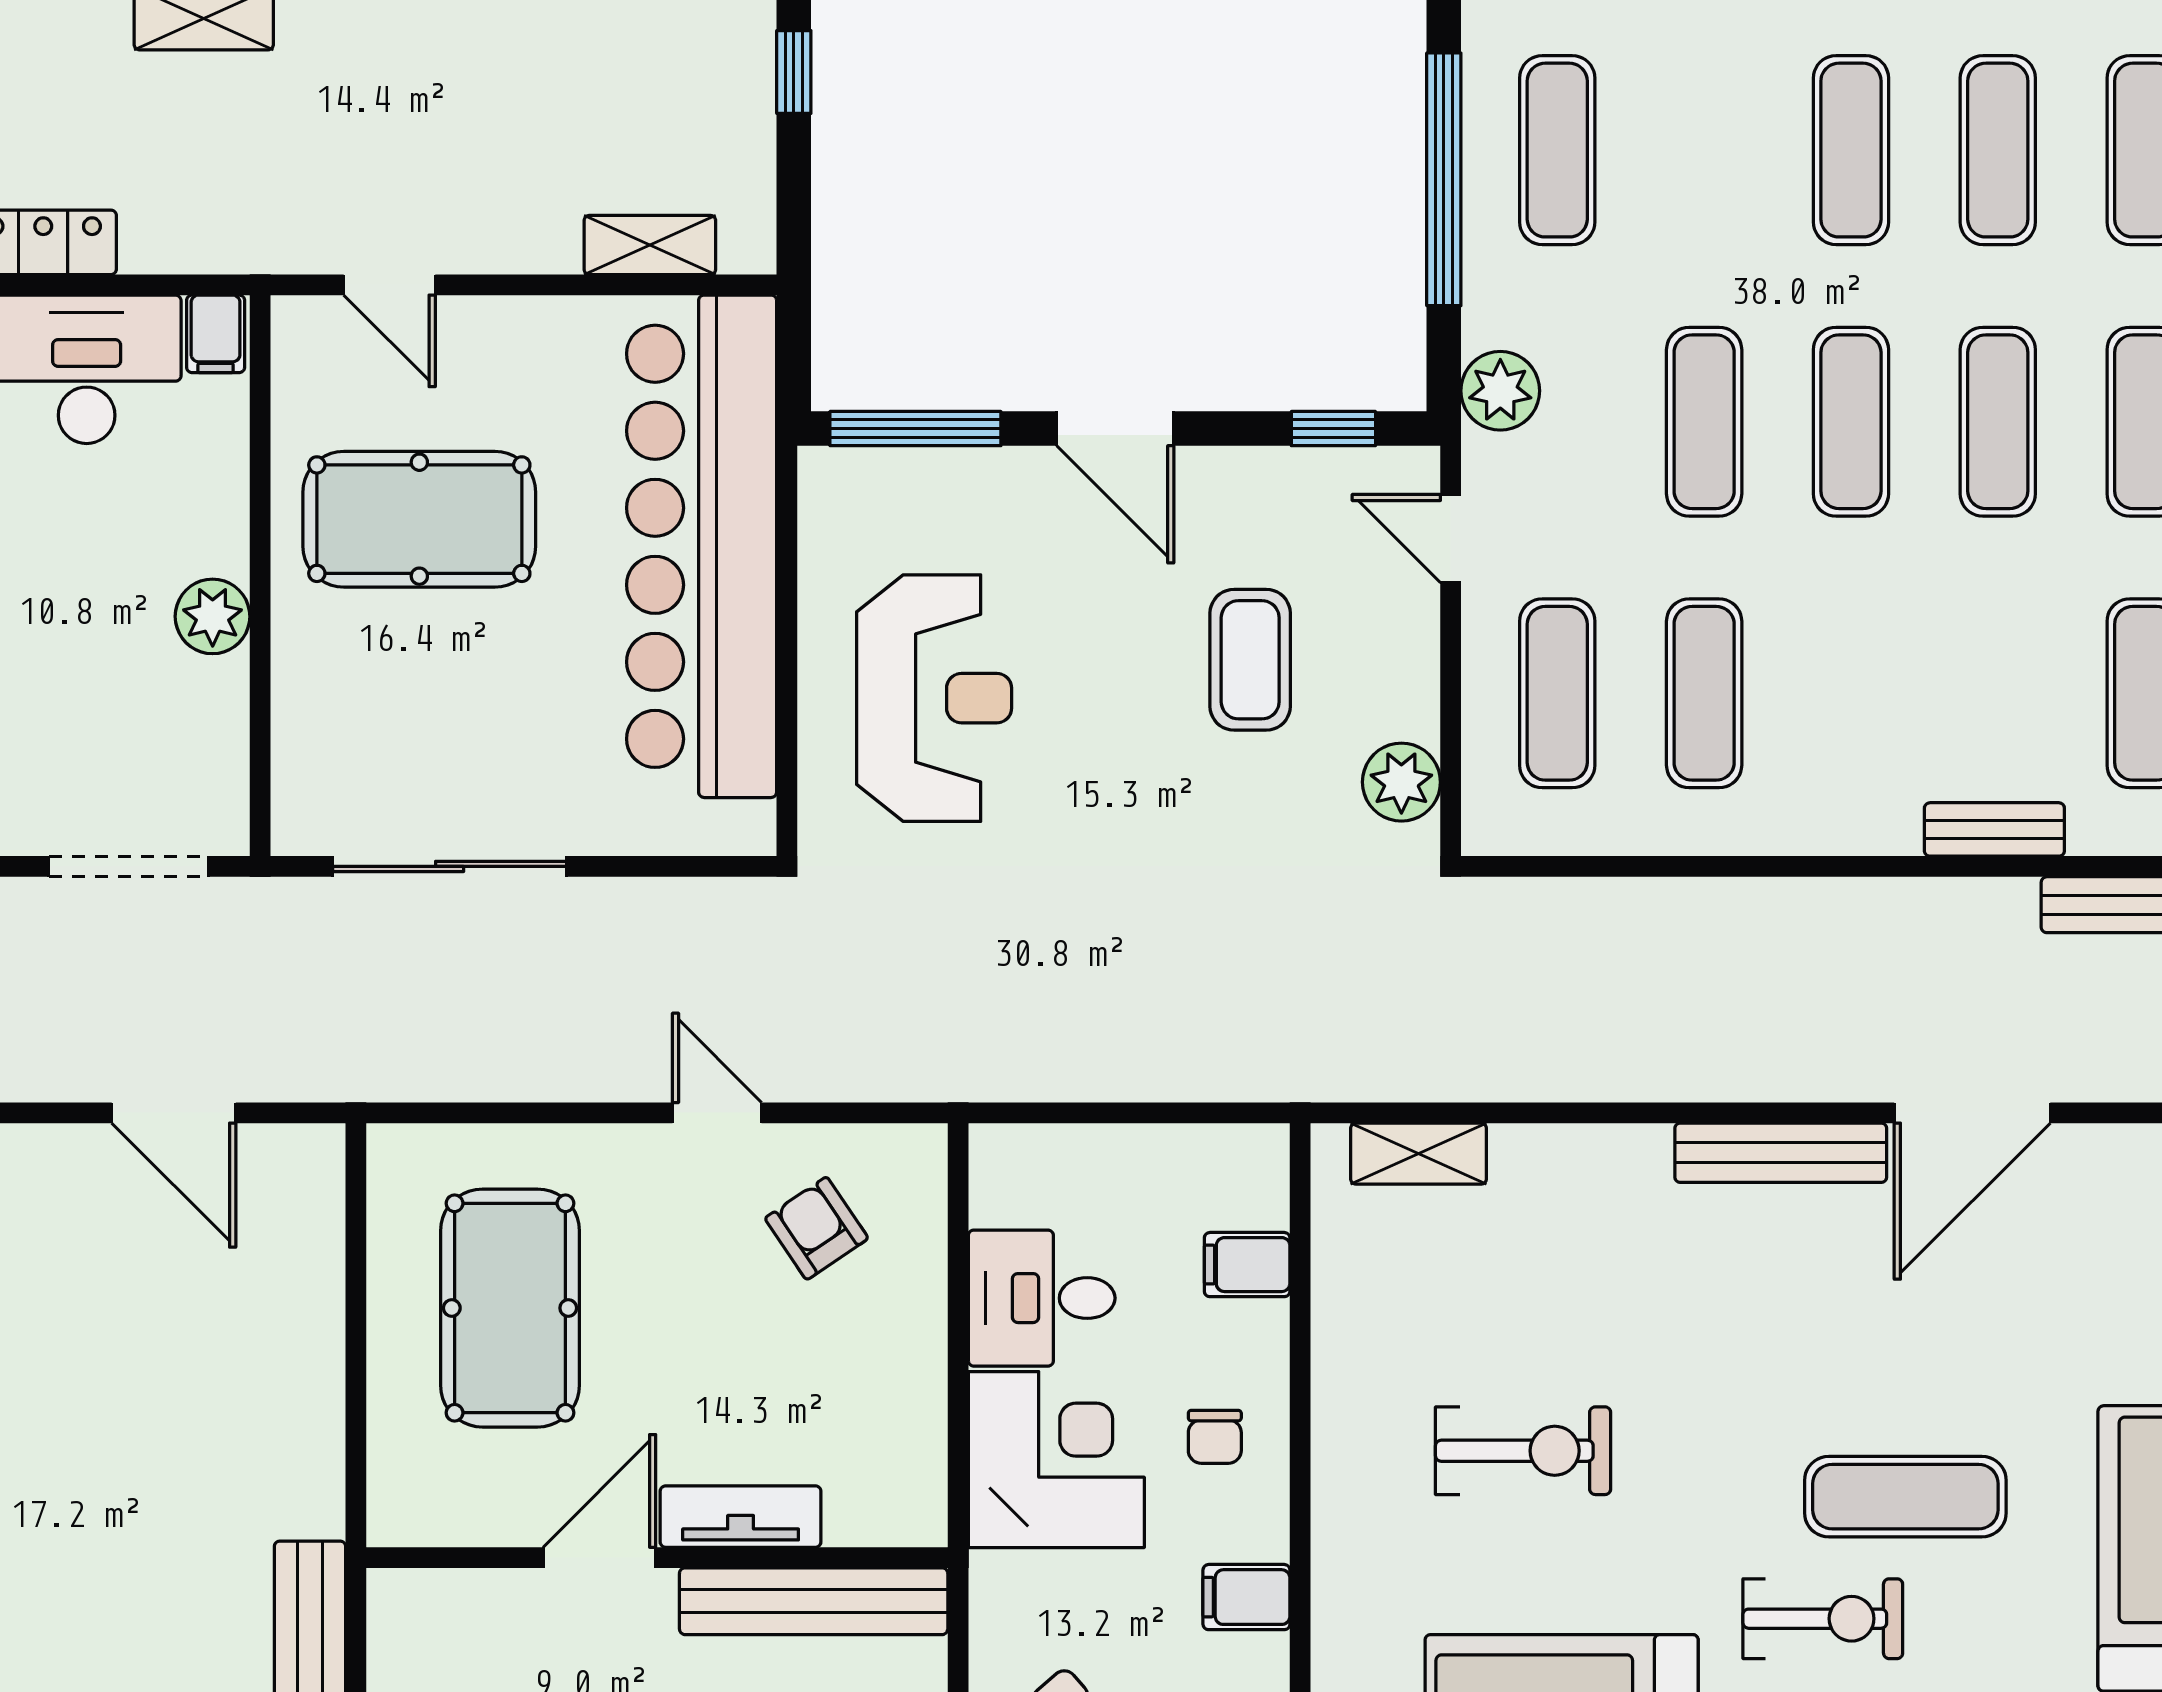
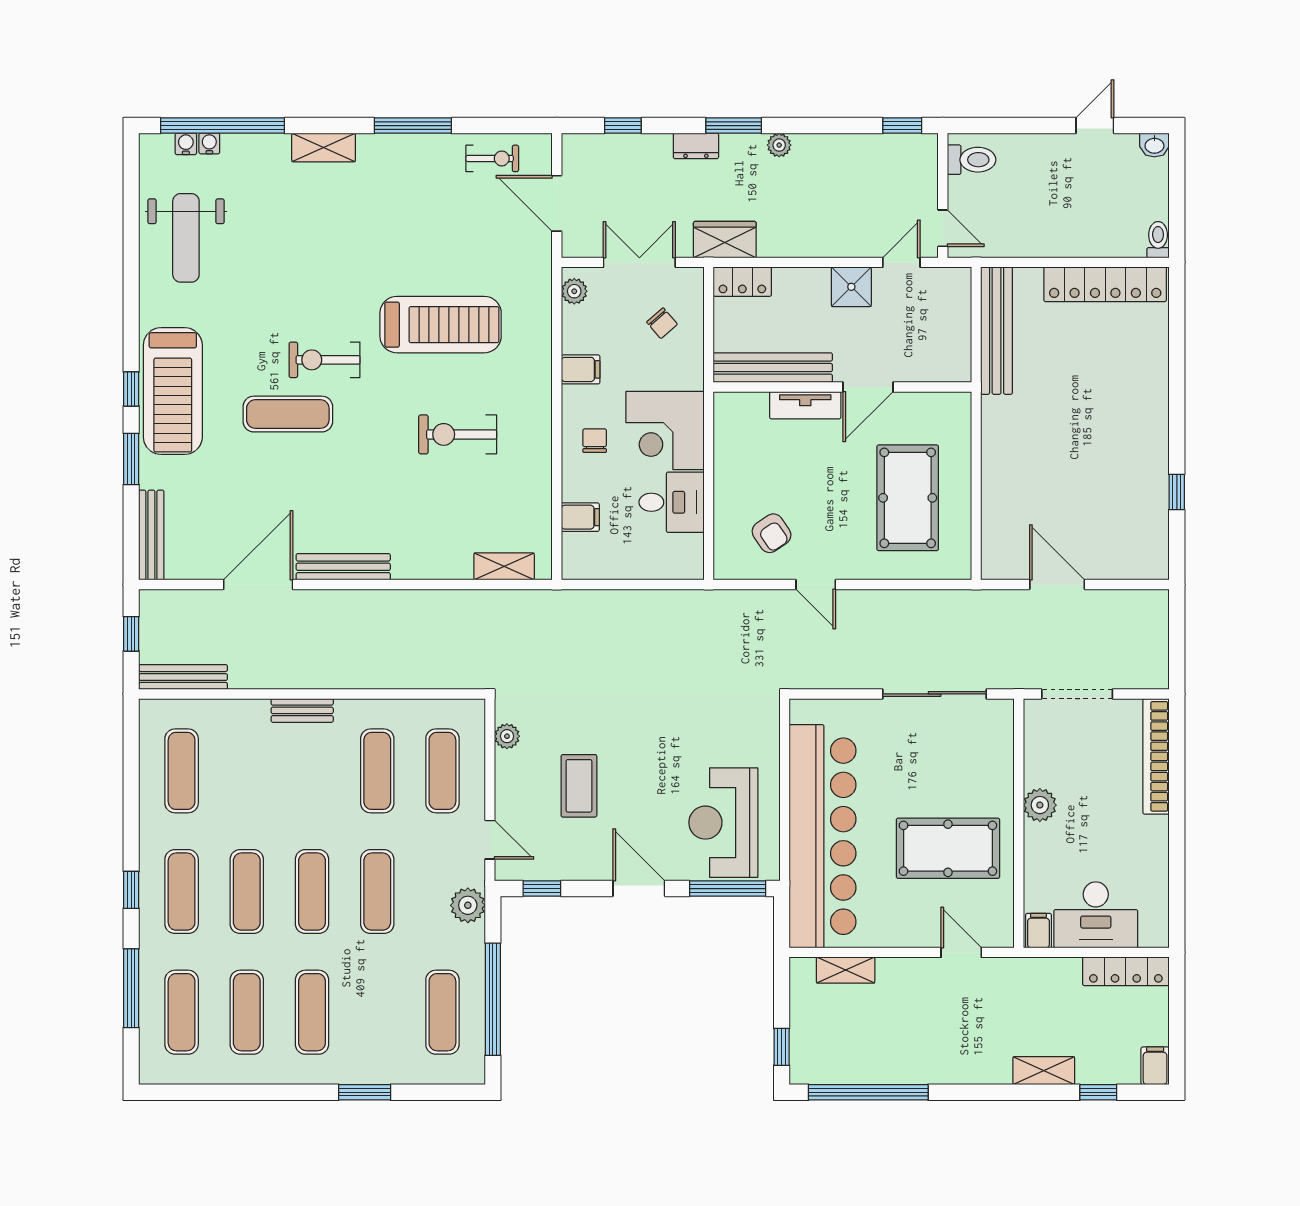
reception desk: (934, 698) -> (723, 823), moved
plant: (1401, 782) -> (507, 736), width x0.73, depth x0.73
bench: (1994, 829) -> (302, 710), moved

